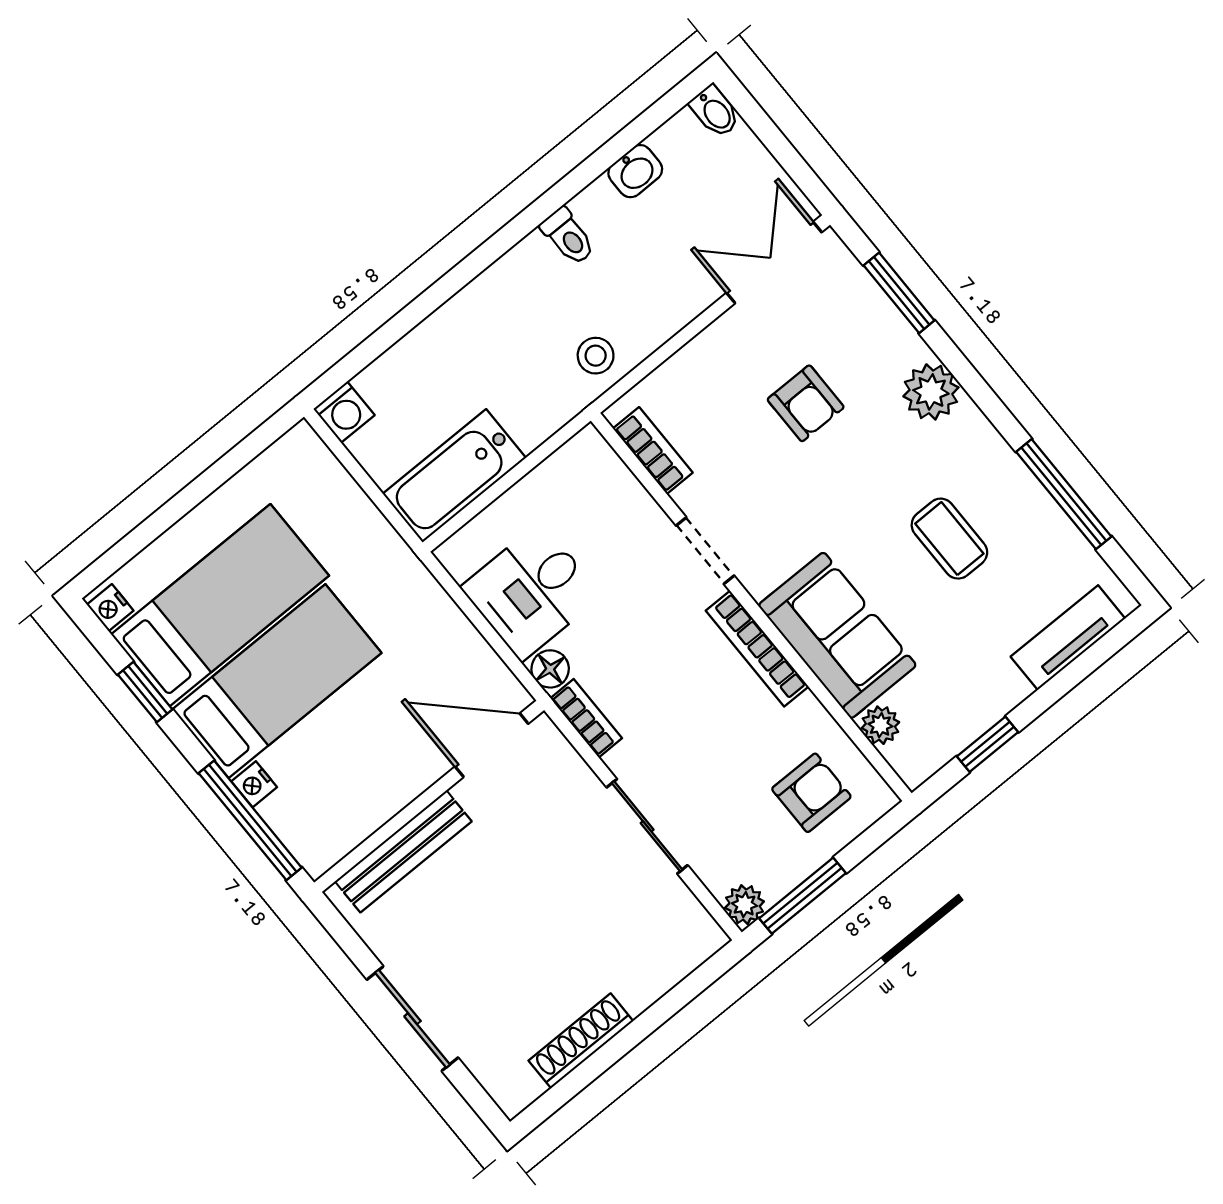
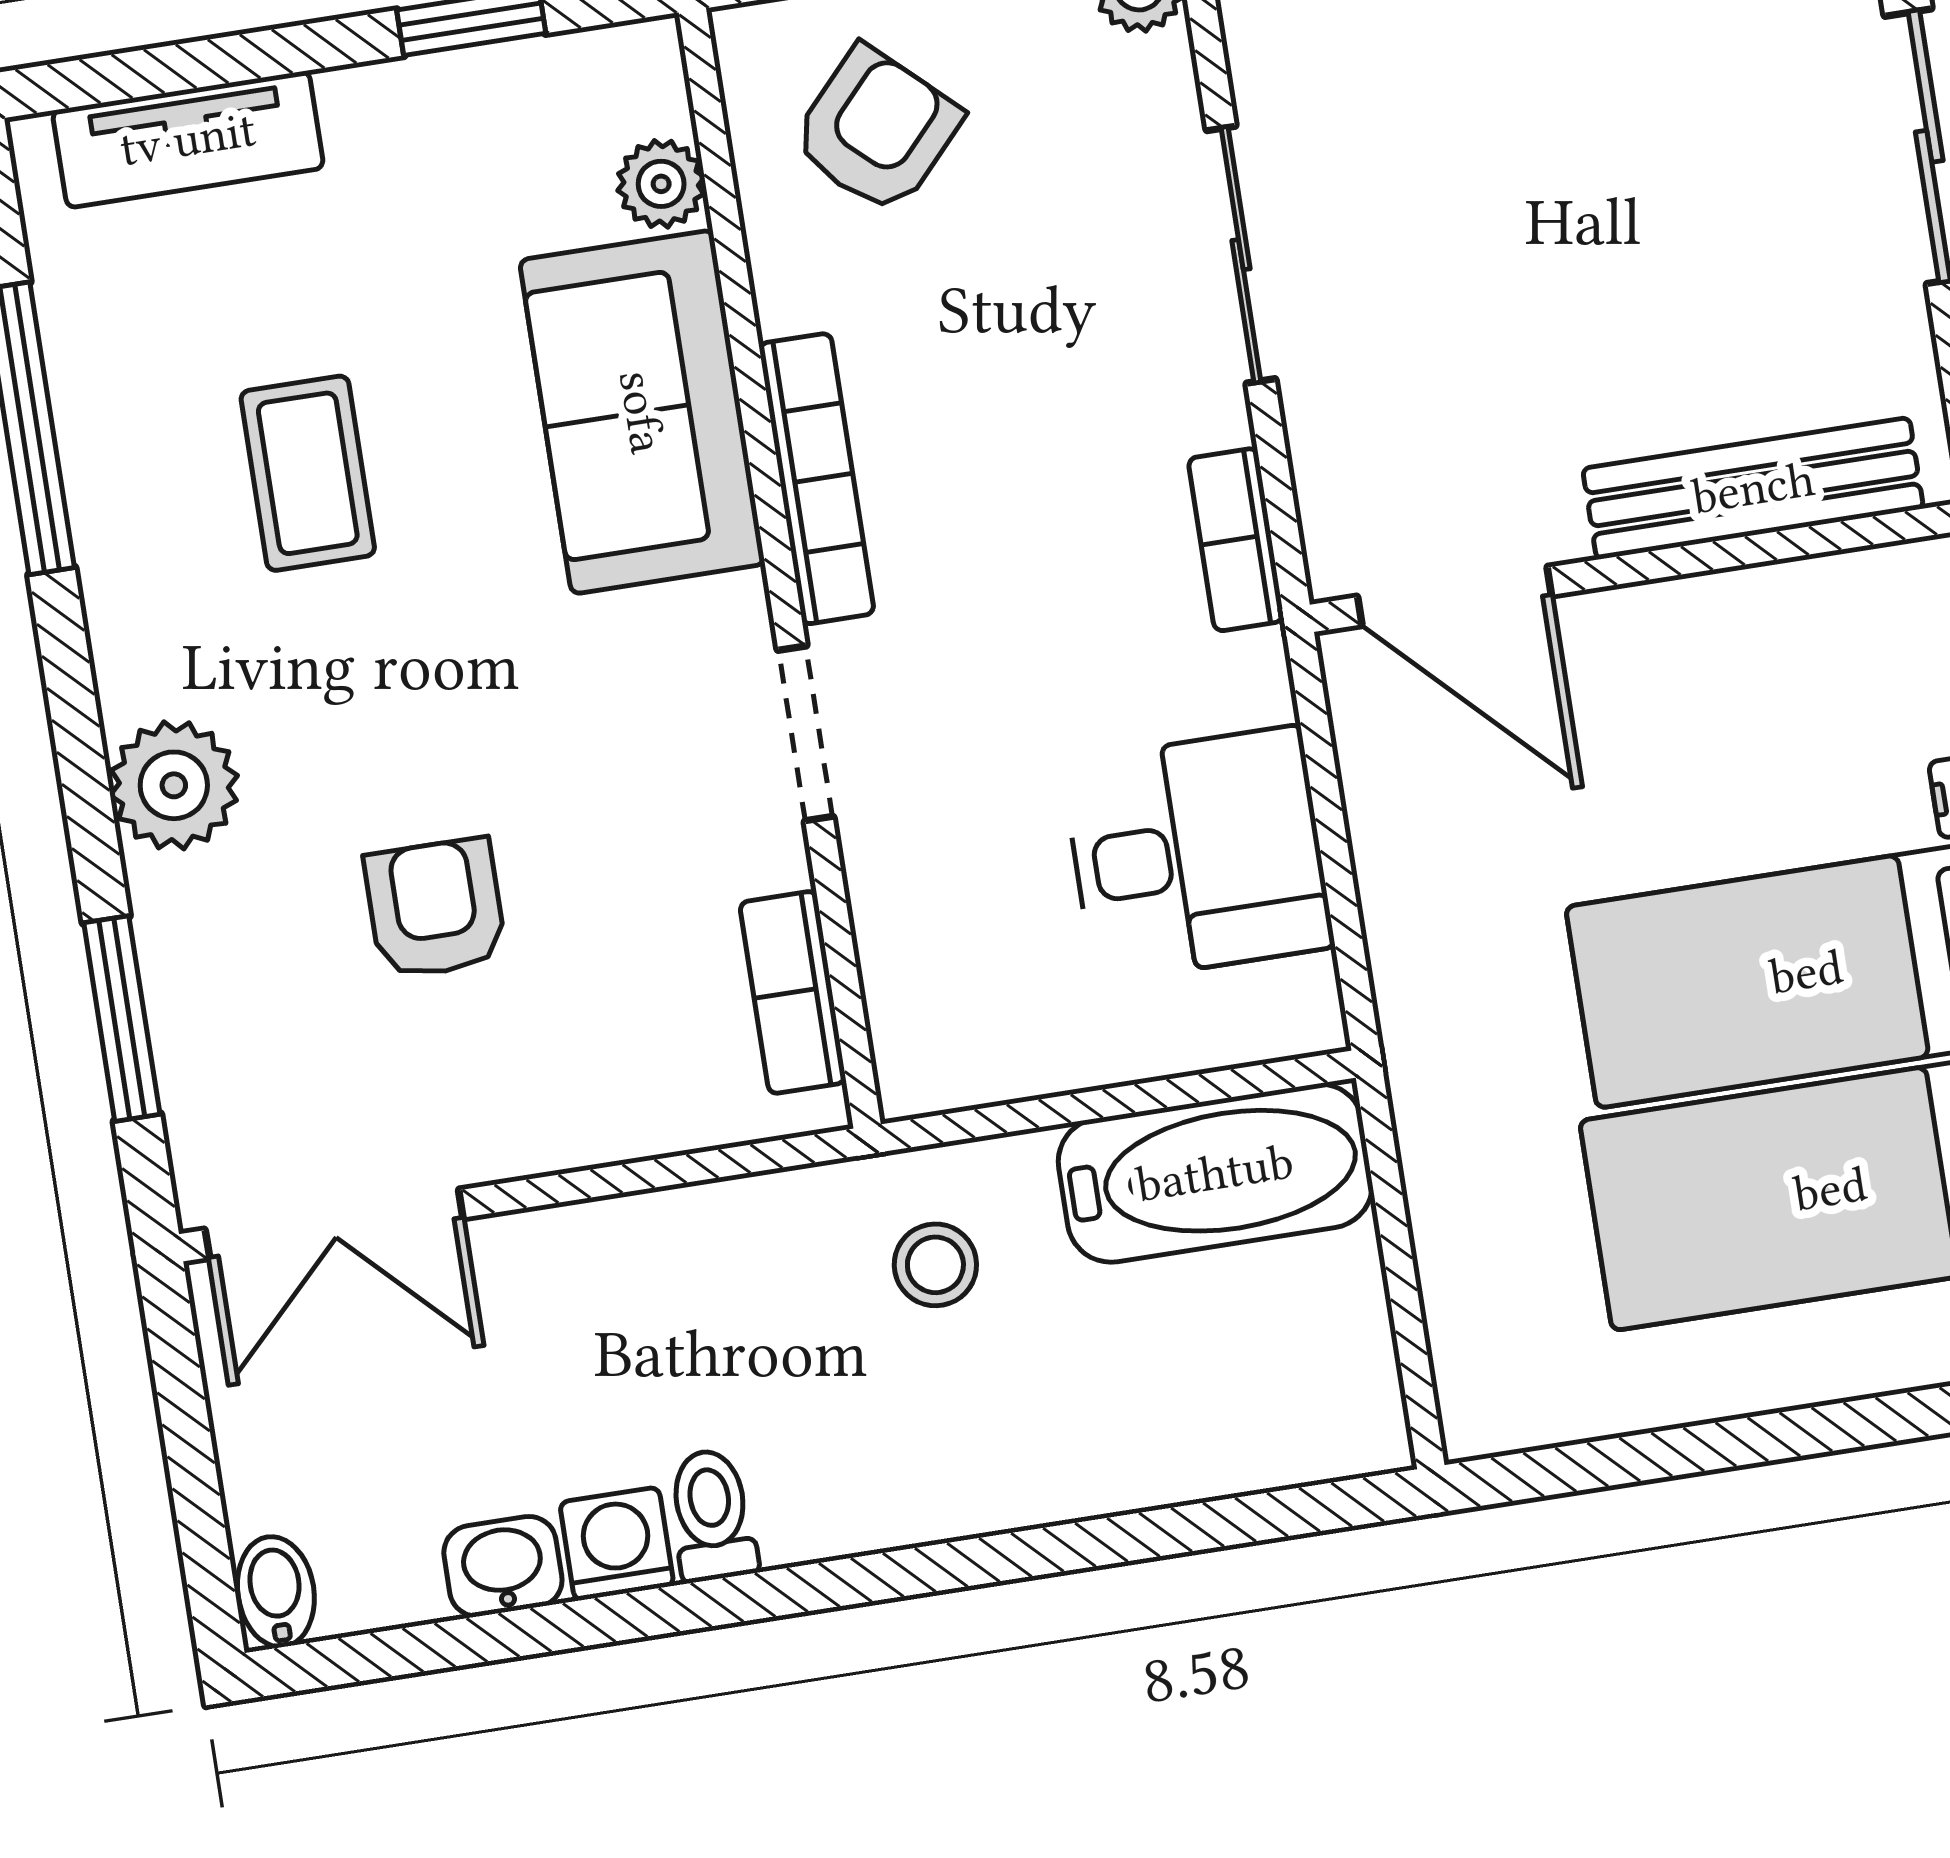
stool: (596, 356) -> (935, 1265), moved
washing machine: (344, 412) -> (617, 1544), moved
floor lamp: (550, 669) -> (1250, 679), removed
armchair: (811, 793) -> (877, 130), turned 133

